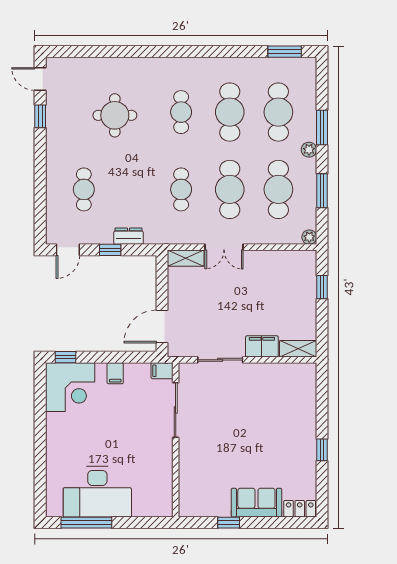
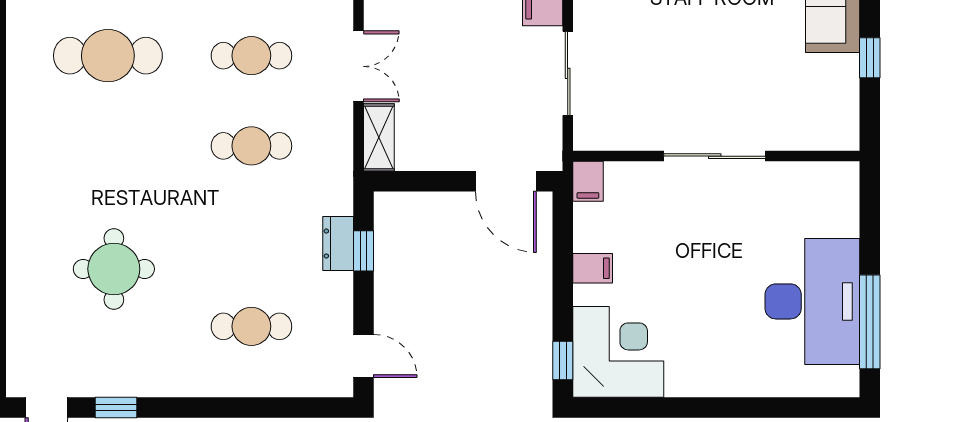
cafe table: (181, 112) -> (108, 146), removed
cafe table: (230, 189) -> (251, 56), width x0.73, depth x0.74
window: (110, 250) -> (364, 251), moved
sliding door: (176, 410) -> (715, 156), moved

